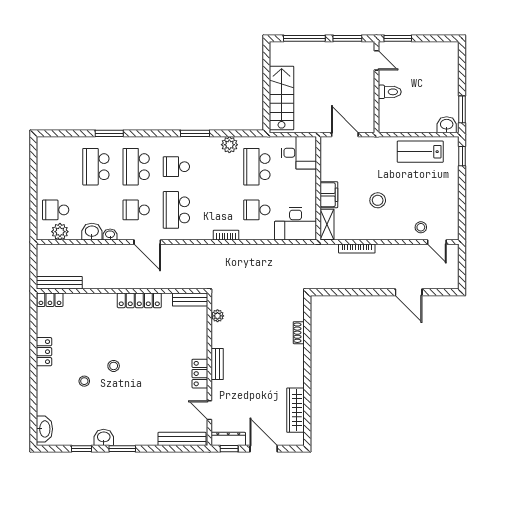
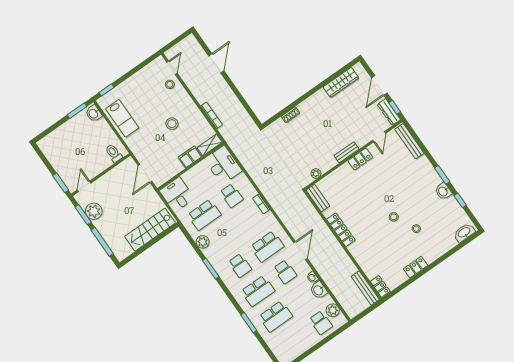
plant: (343, 52) -> (94, 211), added
toilet: (390, 92) -> (114, 153), moved

